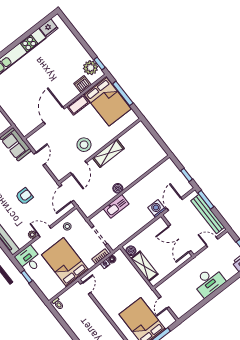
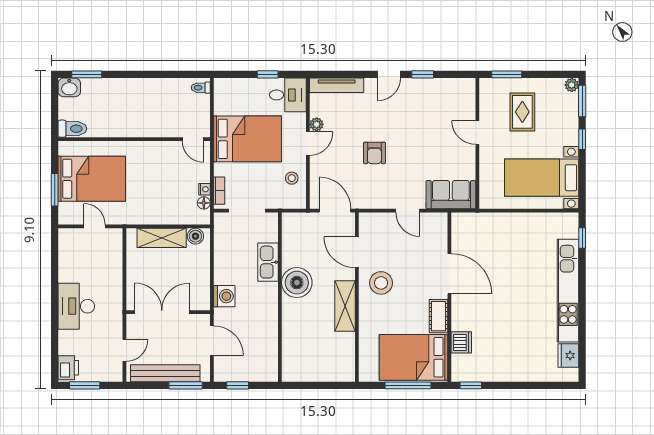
plant: (91, 68) -> (474, 370), removed
boiler: (118, 188) -> (297, 283), width x1.86, depth x1.86
washing machine: (157, 208) -> (224, 296), moved

